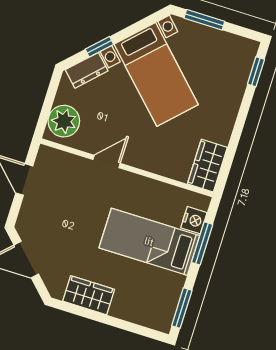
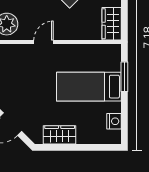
nightstand: (194, 220) -> (114, 121), moved
window: (182, 308) -> (124, 124), removed

